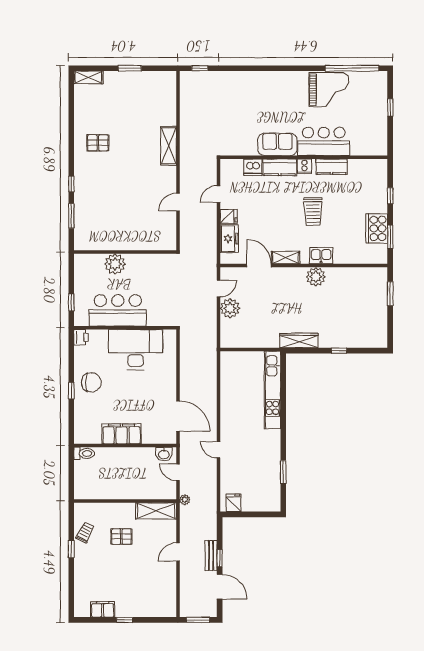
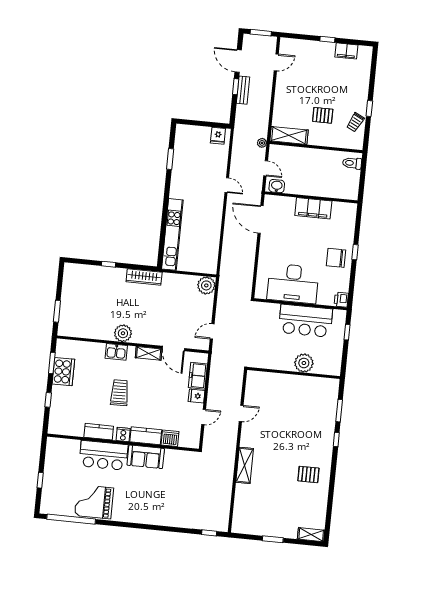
plant: (230, 308) -> (206, 285), moved
toilet: (84, 453) -> (352, 163), moved
door: (178, 552) -> (276, 62), moved

